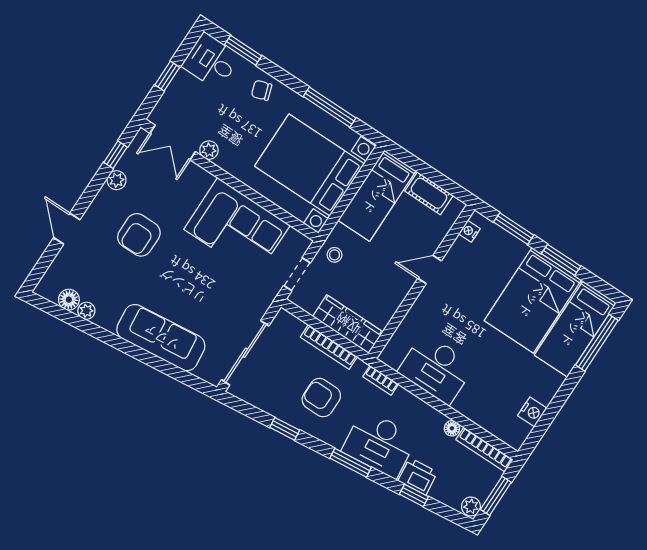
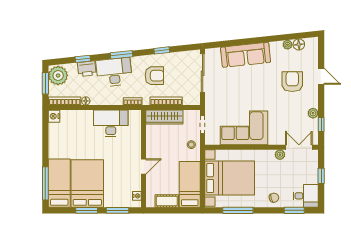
armchair: (139, 235) -> (292, 82), moved
nightstand: (532, 412) -> (54, 116), moved
plant: (471, 506) -> (58, 76), width x1.87, depth x1.87

